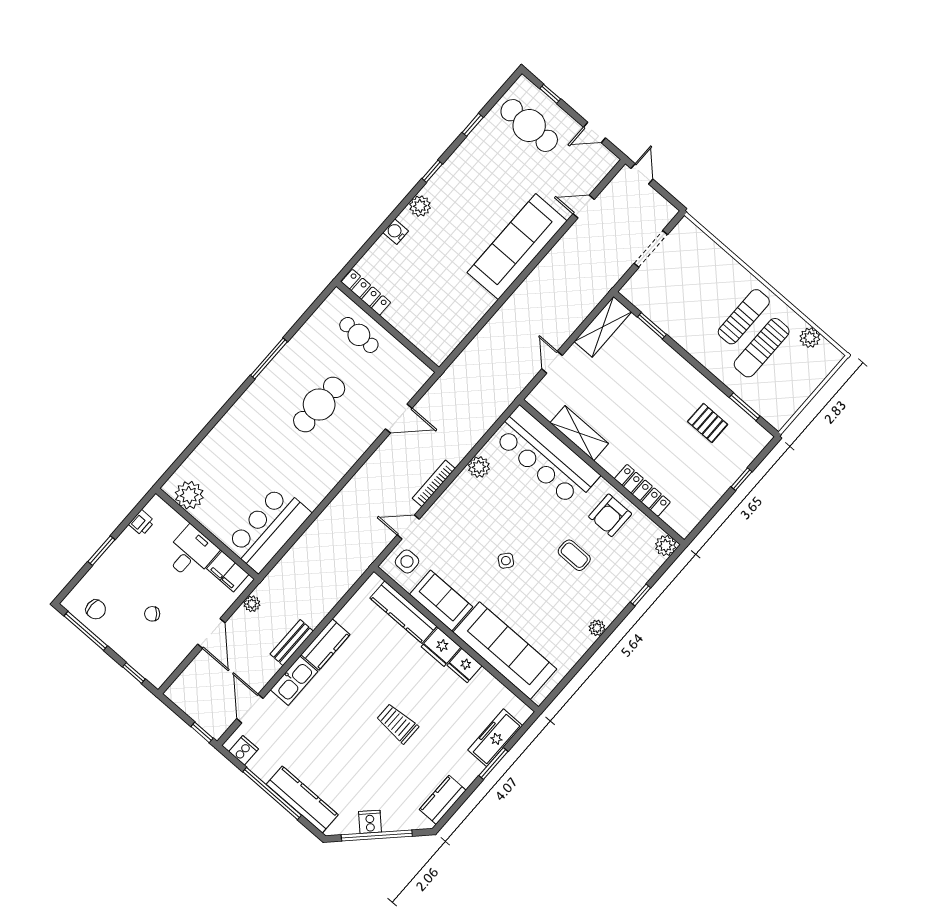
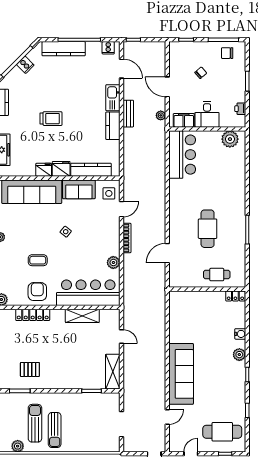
locker: (366, 292) -> (235, 296), width x0.66

